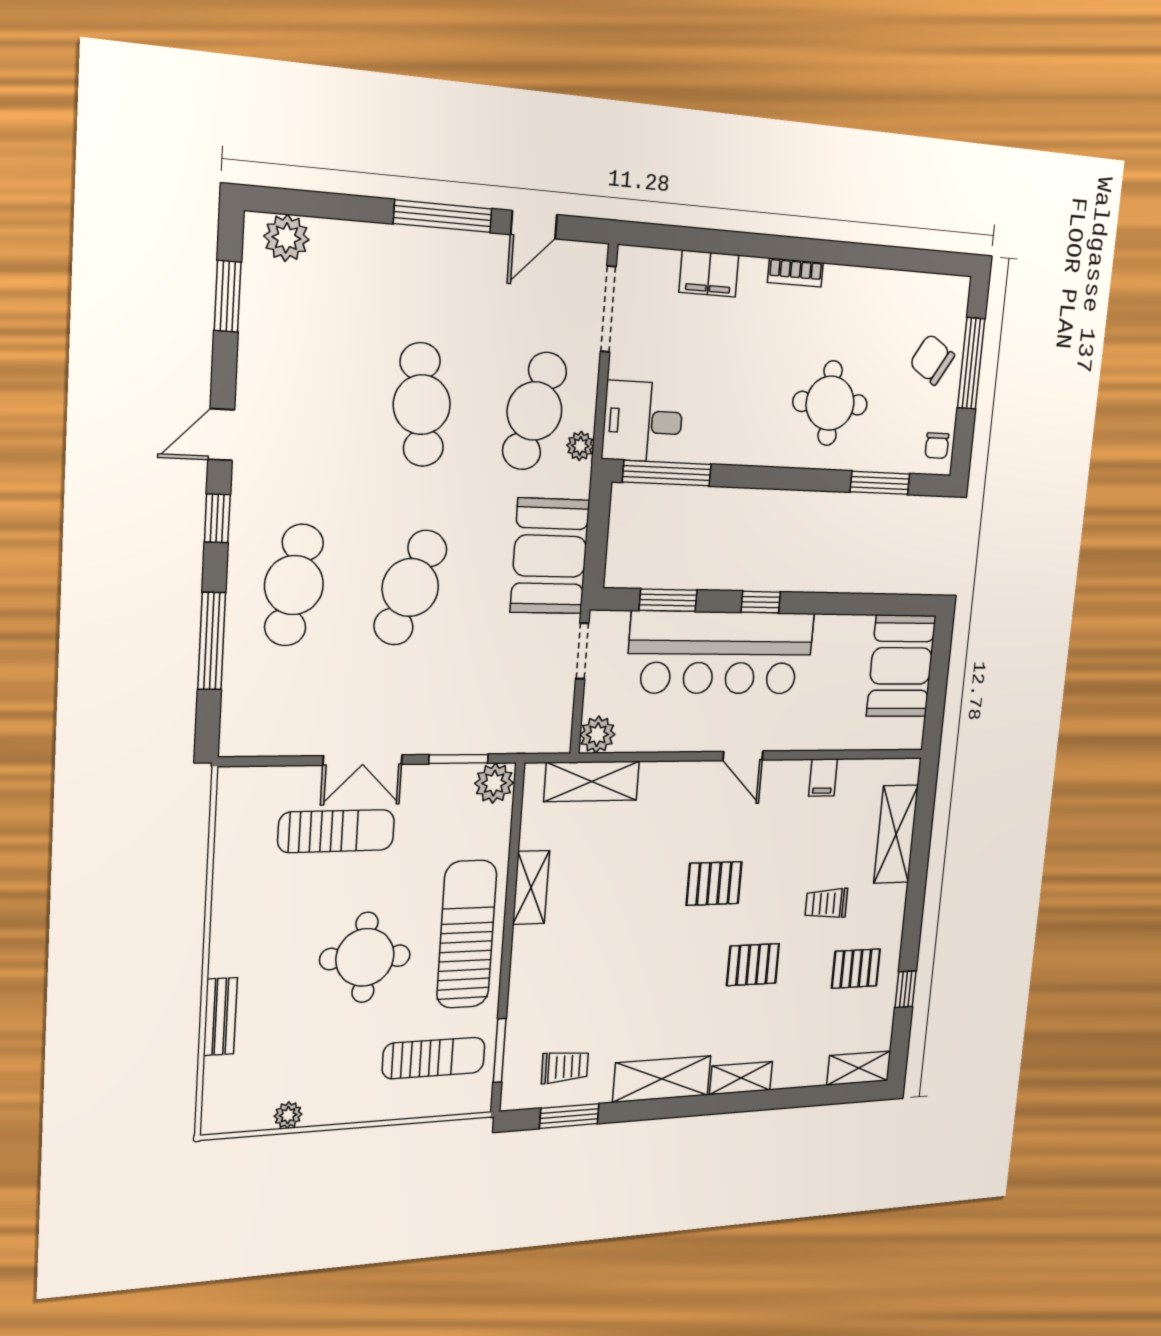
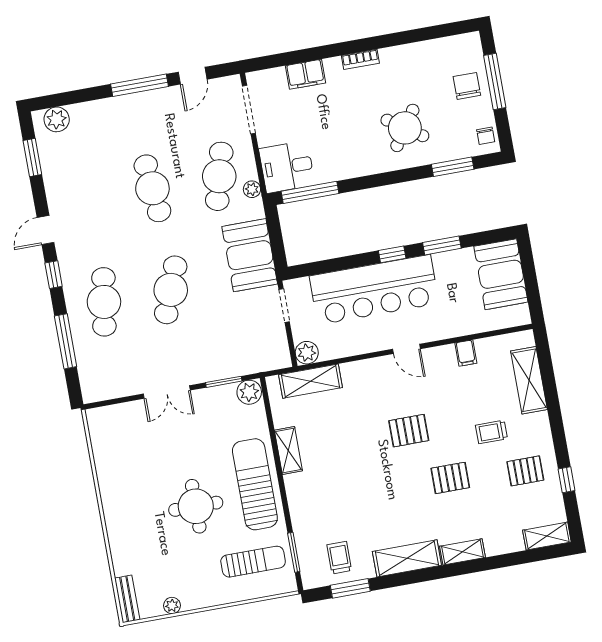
chair: (932, 360) -> (467, 86), turned 58
round table: (830, 403) -> (405, 128), turned 34
window: (668, 600) -> (442, 245), moved
sun lounger: (336, 831) -> (161, 435), removed
bench: (220, 1017) -> (127, 599), moved
trolley: (565, 1067) -> (339, 558), turned -89

